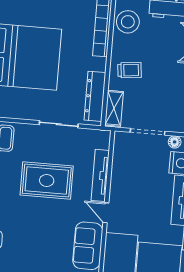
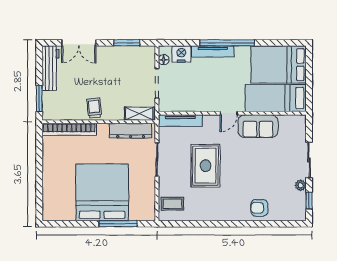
stool: (128, 22) -> (65, 108), removed
trolley: (129, 70) -> (94, 108), moved
tv unit: (100, 175) -> (180, 121), moved

